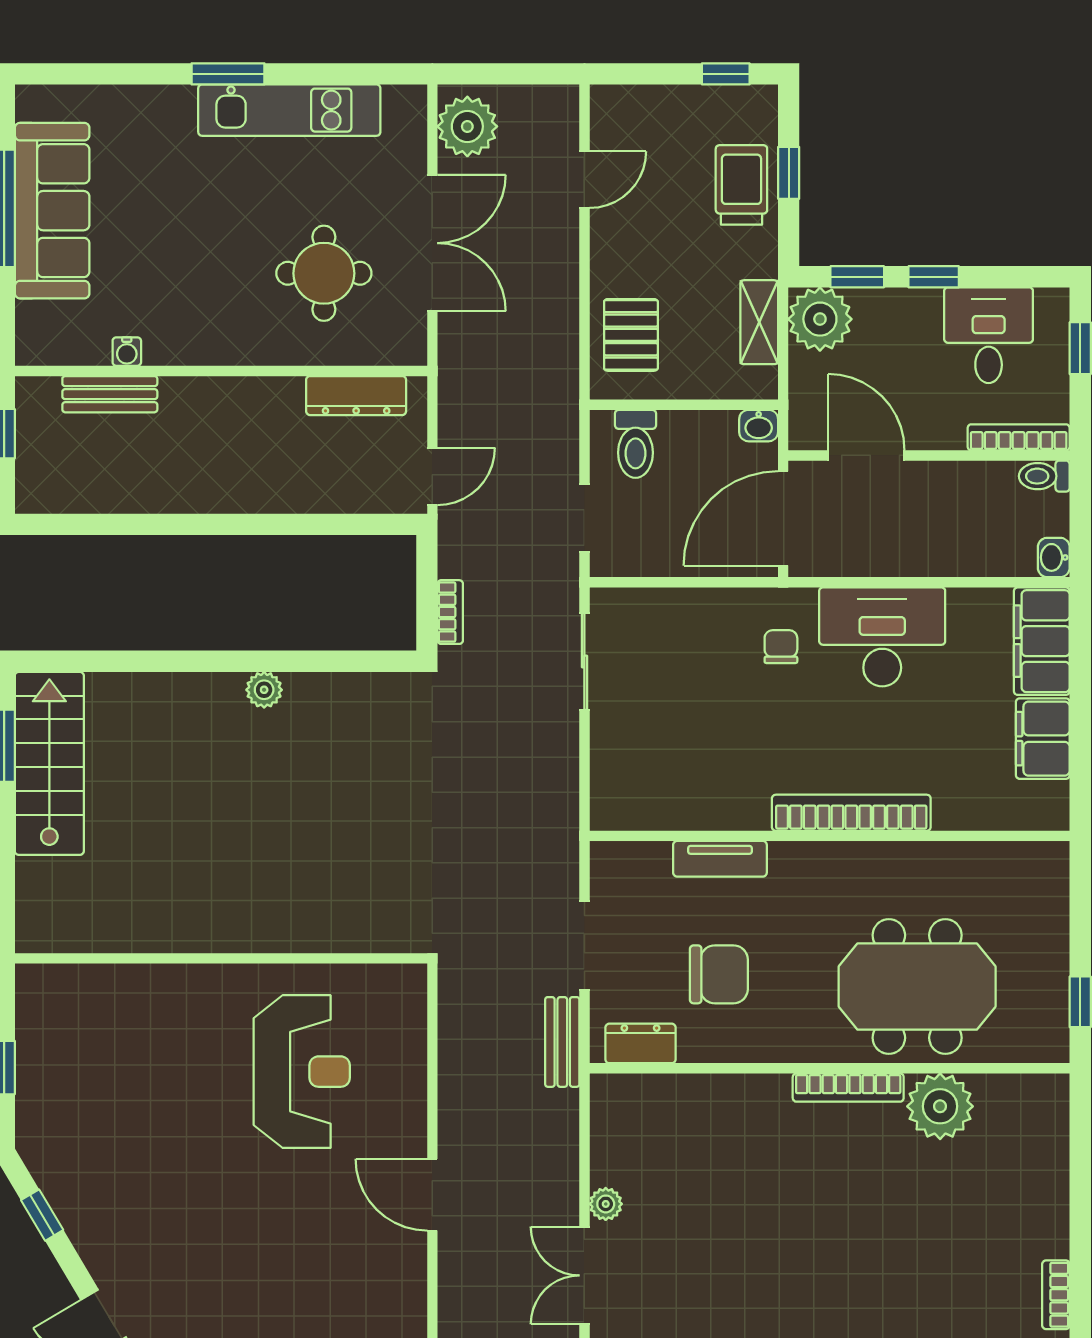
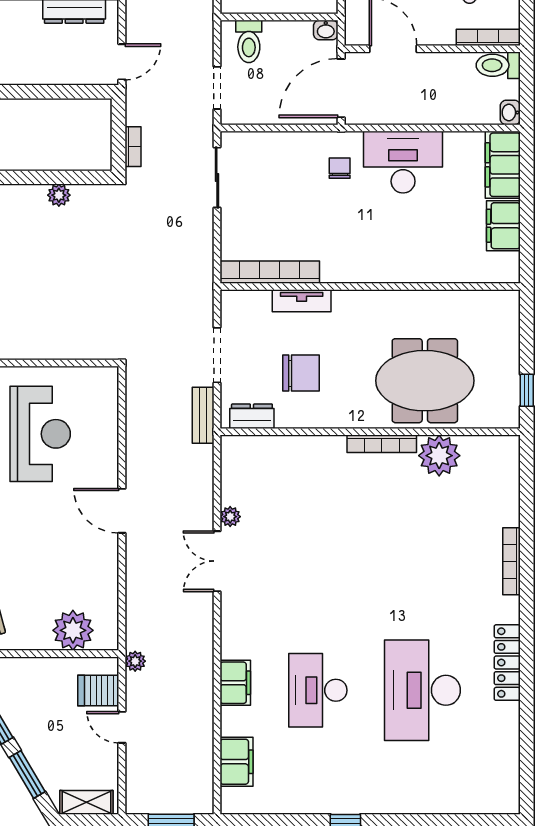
toilet: (1044, 476) -> (498, 65), width x1.37, depth x1.39
plant: (264, 690) -> (59, 195), moved
bookcase: (851, 813) -> (270, 272), moved
bookcase: (1056, 1295) -> (512, 561), width x1.56

